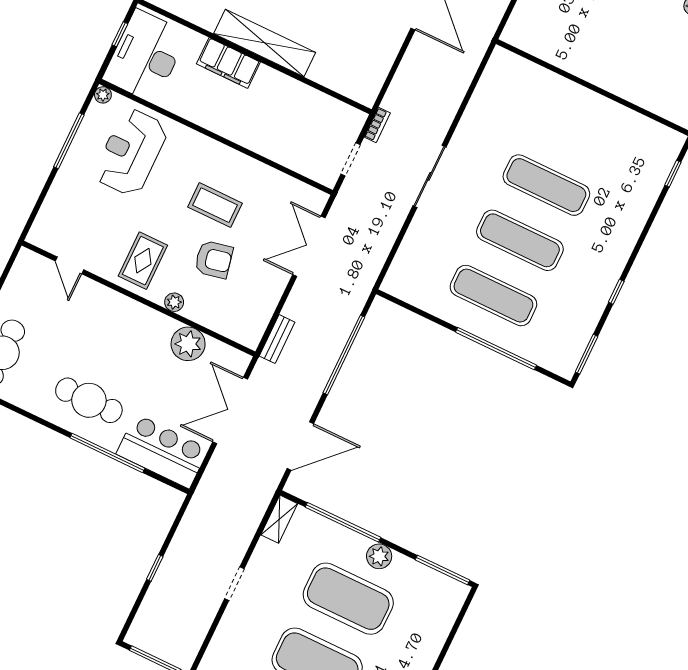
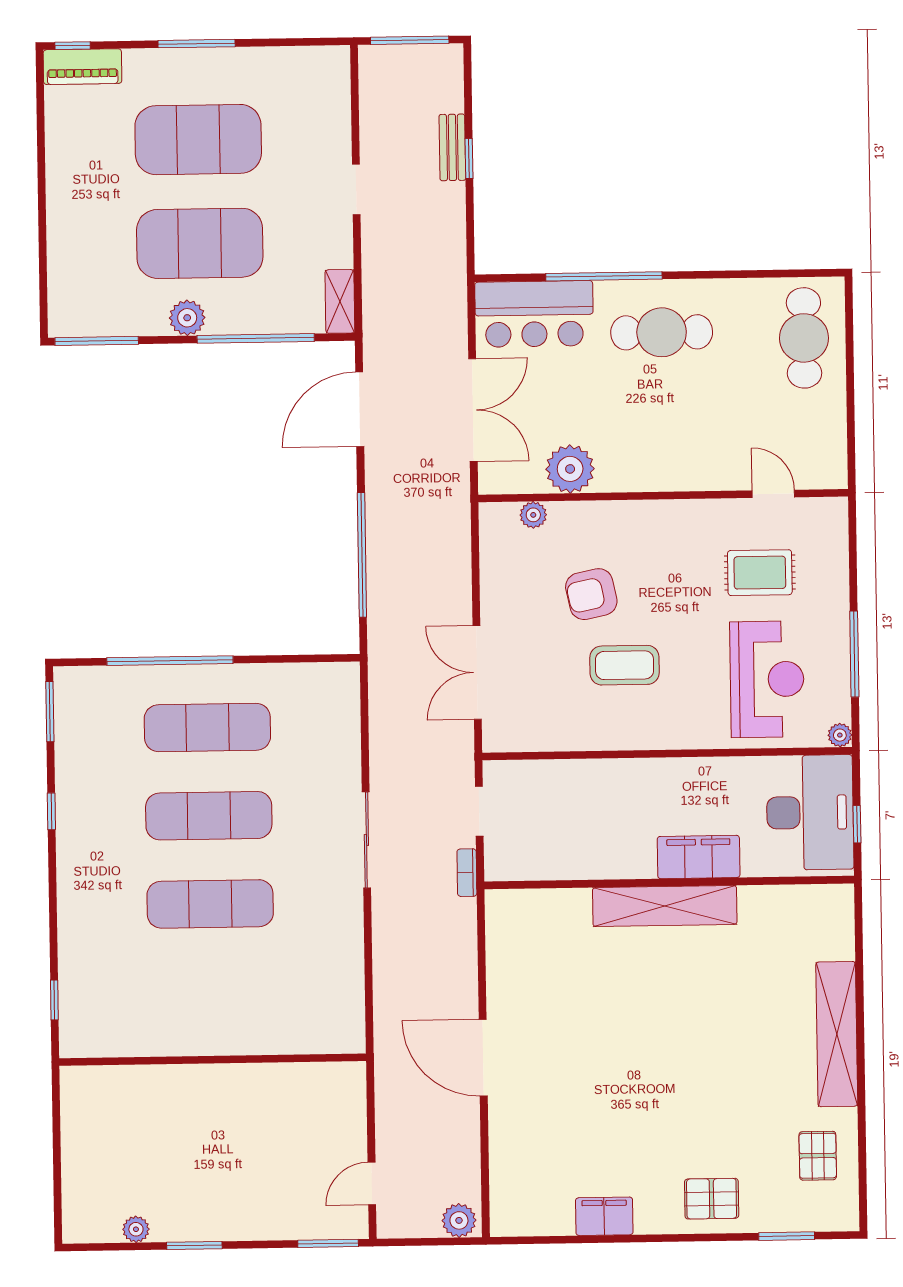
double door: (309, 246) -> (477, 672), swing flipped
rug: (143, 261) -> (760, 573), moved, turned 90
plant: (174, 302) -> (533, 515), moved
bench: (277, 339) -> (452, 147), moved

